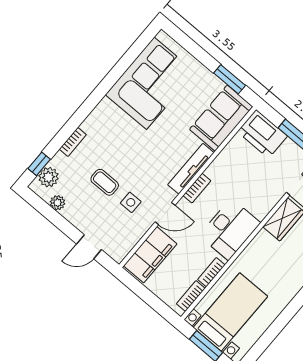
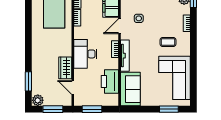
window: (230, 79) -> (169, 109), moved
printer: (262, 134) -> (110, 82), moved, turned -90
coffee table: (105, 182) -> (168, 42), moved
desk: (230, 229) -> (85, 54), moved

